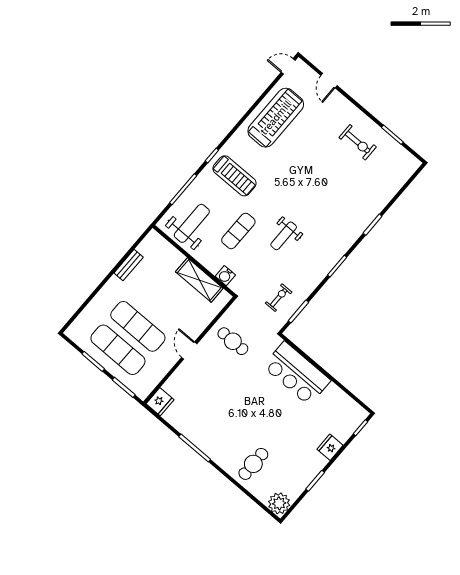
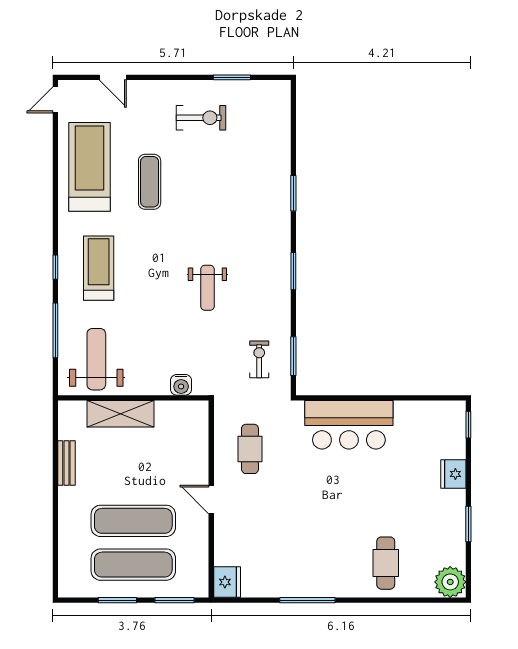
treadmill: (234, 176) -> (99, 268), turned -90
exercise mat: (238, 231) -> (150, 182), moved
shelving: (199, 280) -> (121, 414), moved
cafe table: (233, 341) -> (250, 449), turned 90

